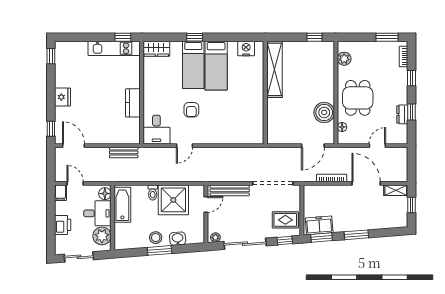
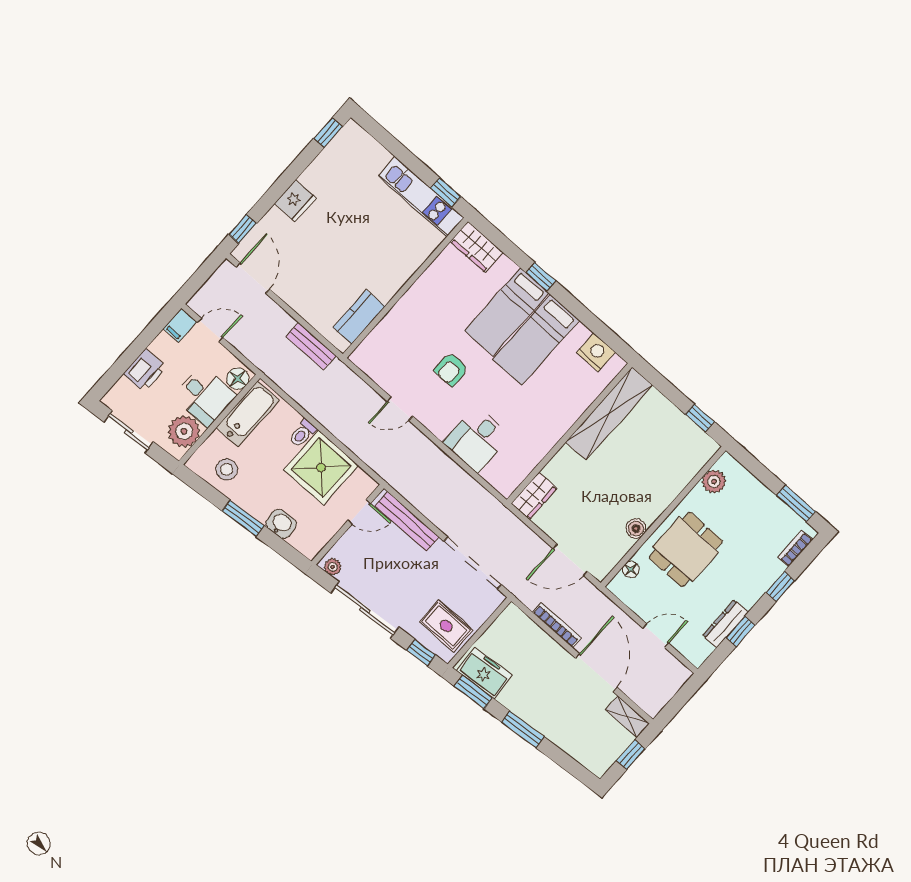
kitchen counter: (133, 103) -> (359, 317), moved
boiler: (324, 112) -> (636, 529), width x0.54, depth x0.54
dresser: (402, 114) -> (725, 624), width x1.44
desk: (156, 130) -> (477, 439), moved
wardrobe: (274, 132) -> (534, 496), added
door: (75, 183) -> (210, 330), hinge flipped
stool: (156, 238) -> (227, 469), moved

